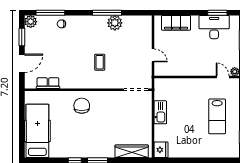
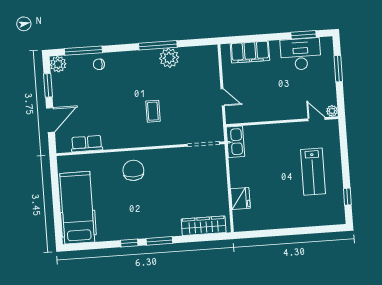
kitchen sink: (160, 112) -> (235, 142), moved
fridge: (161, 150) -> (240, 199), moved

